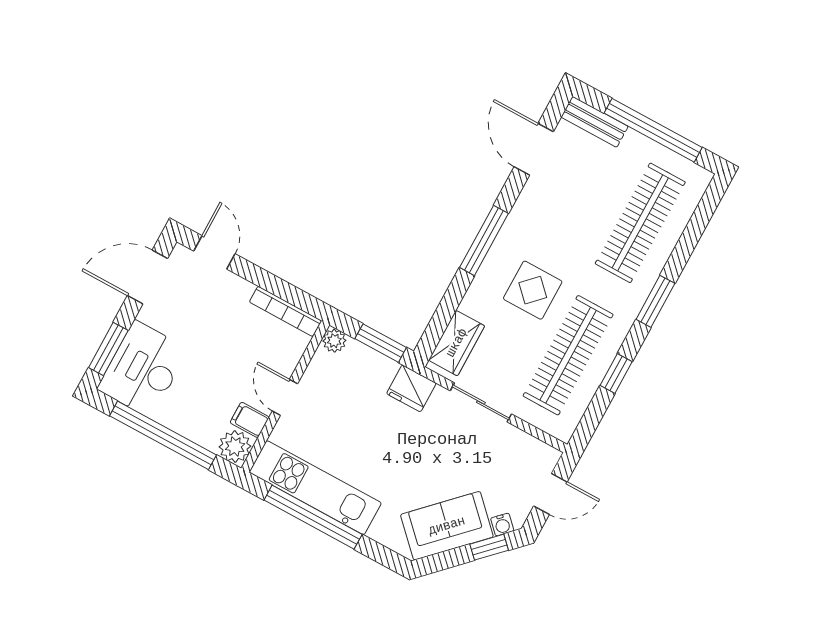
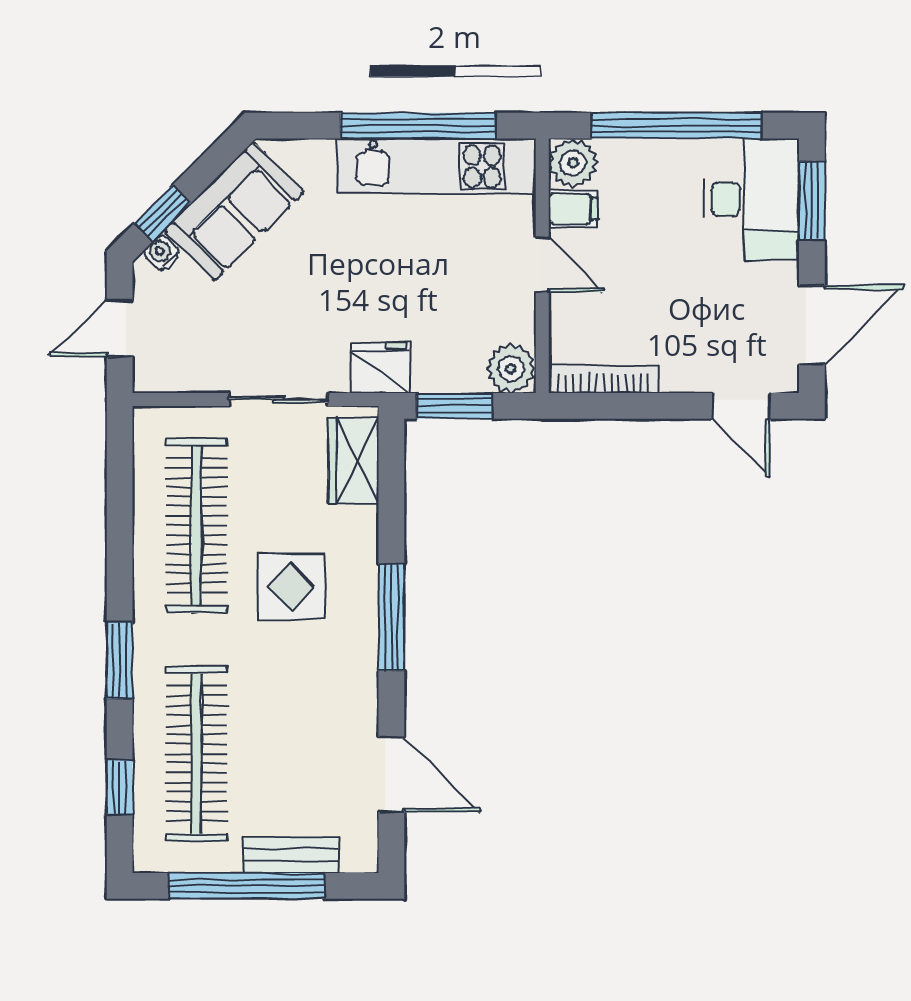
bench: (595, 122) -> (291, 855), moved
plant: (334, 341) -> (511, 369), width x1.38, depth x1.38
window: (616, 373) -> (120, 788), moved

